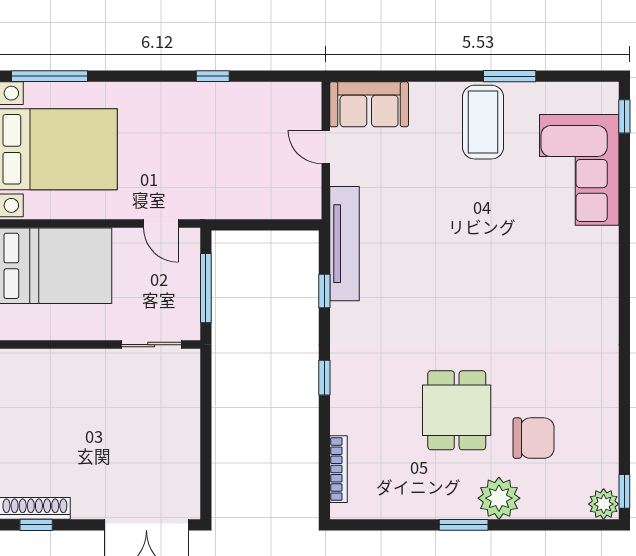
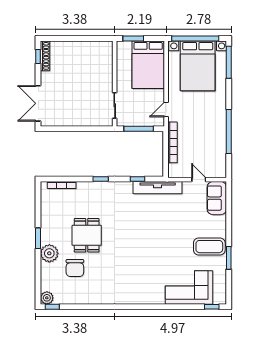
window: (213, 76) -> (229, 132), width x3.17
door: (326, 147) -> (199, 180), hinge flipped
bookcase: (238, 208) -> (173, 142), added
dining table: (457, 410) -> (87, 235), turned 90

